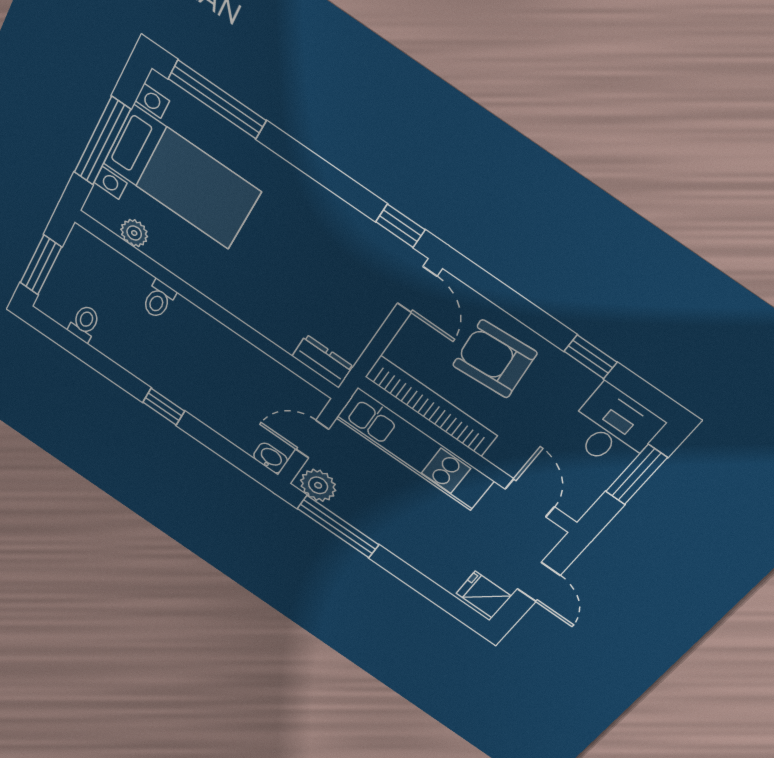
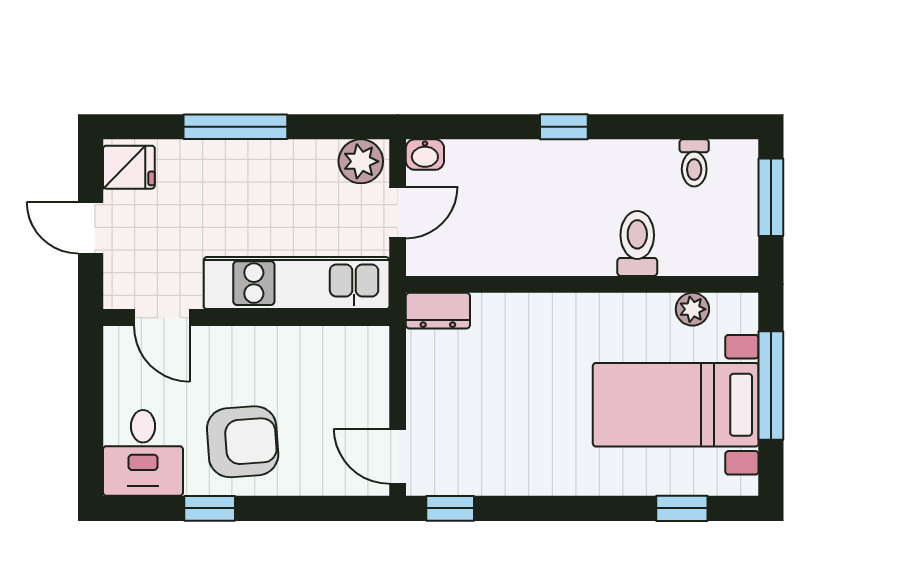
window: (217, 100) -> (682, 508), width x0.46
toilet: (159, 299) -> (637, 243), width x1.37, depth x1.39
armchair: (495, 359) -> (243, 442), moved
bookcase: (431, 406) -> (311, 344), removed
window: (636, 475) -> (91, 422), removed
window: (338, 527) -> (235, 127), moved

